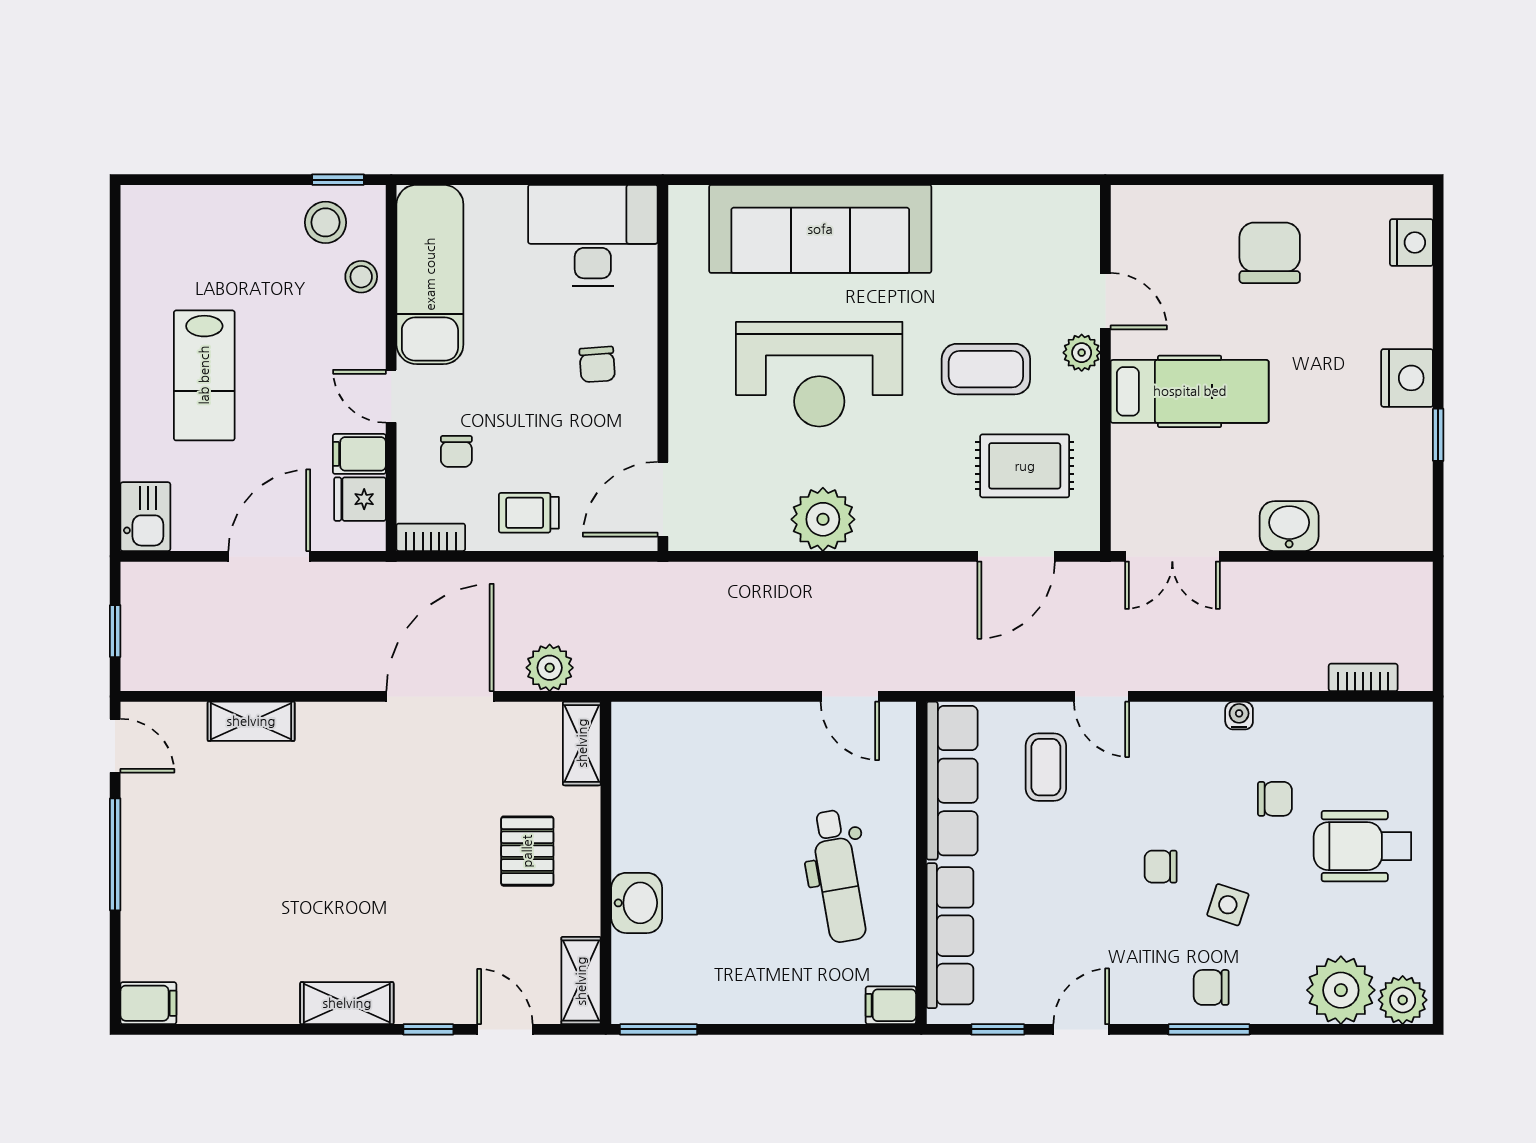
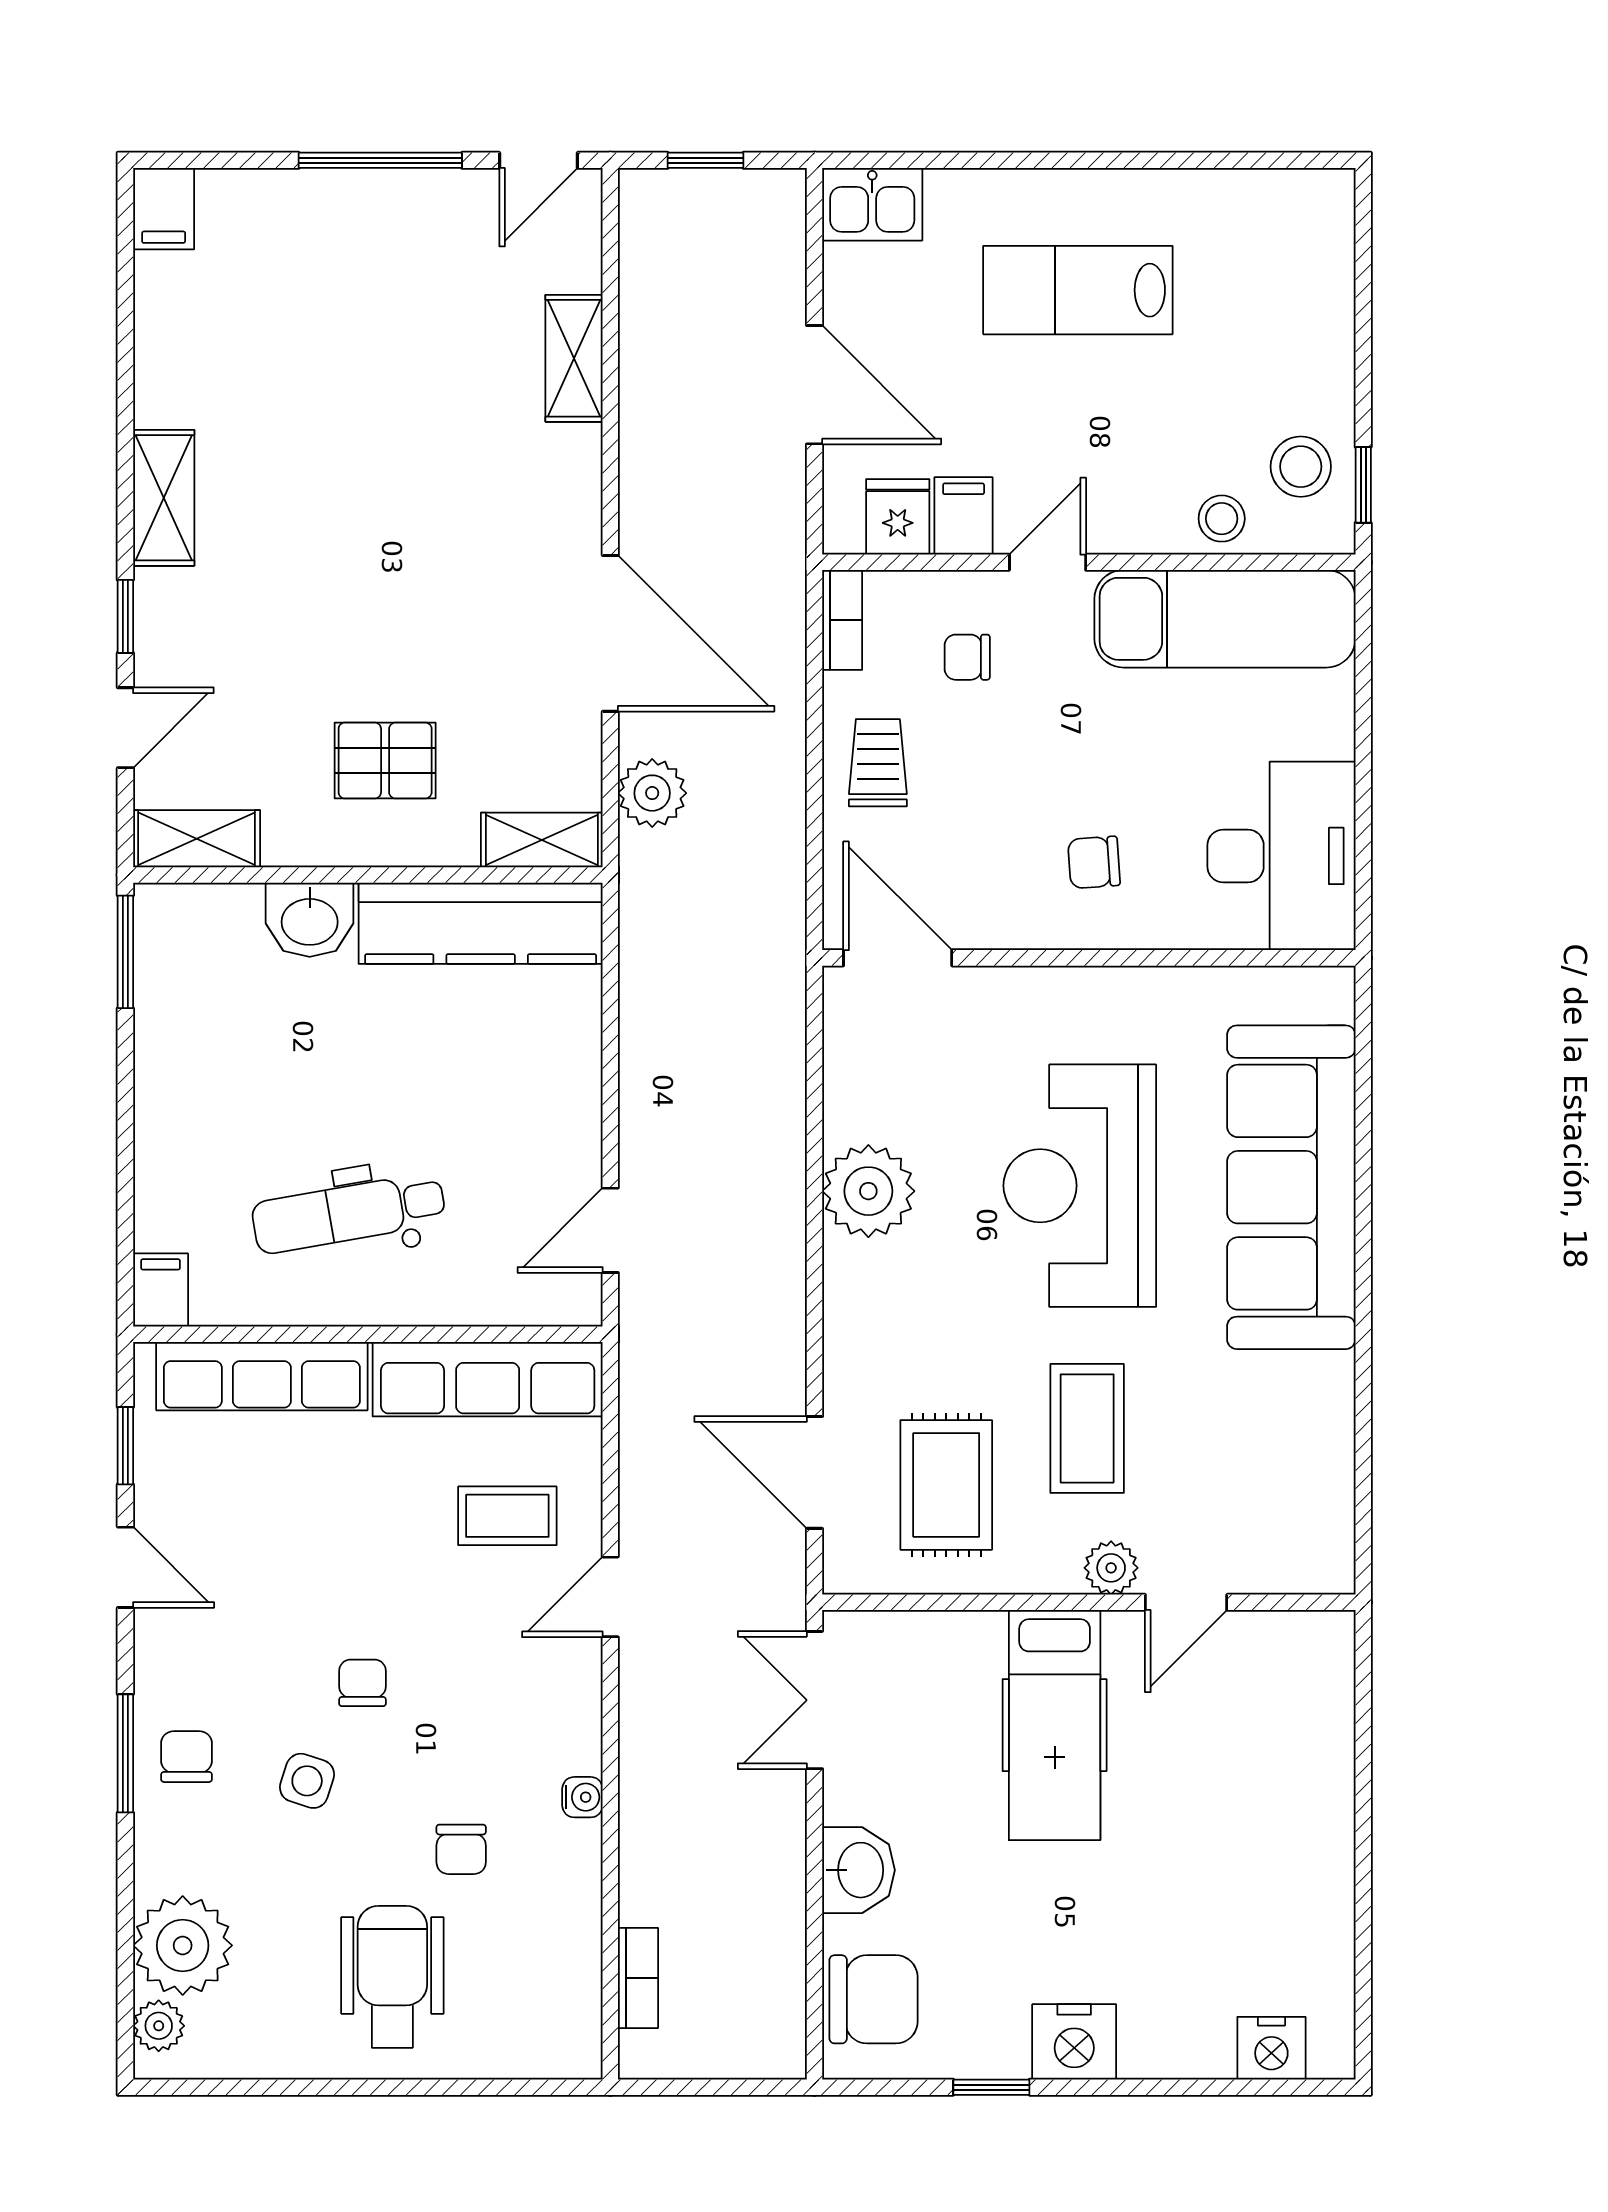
chair: (1270, 253) -> (873, 1999), moved
kitchen counter: (639, 785) -> (481, 923), added
plant: (1403, 1000) -> (159, 2026), width x0.73, depth x0.73

